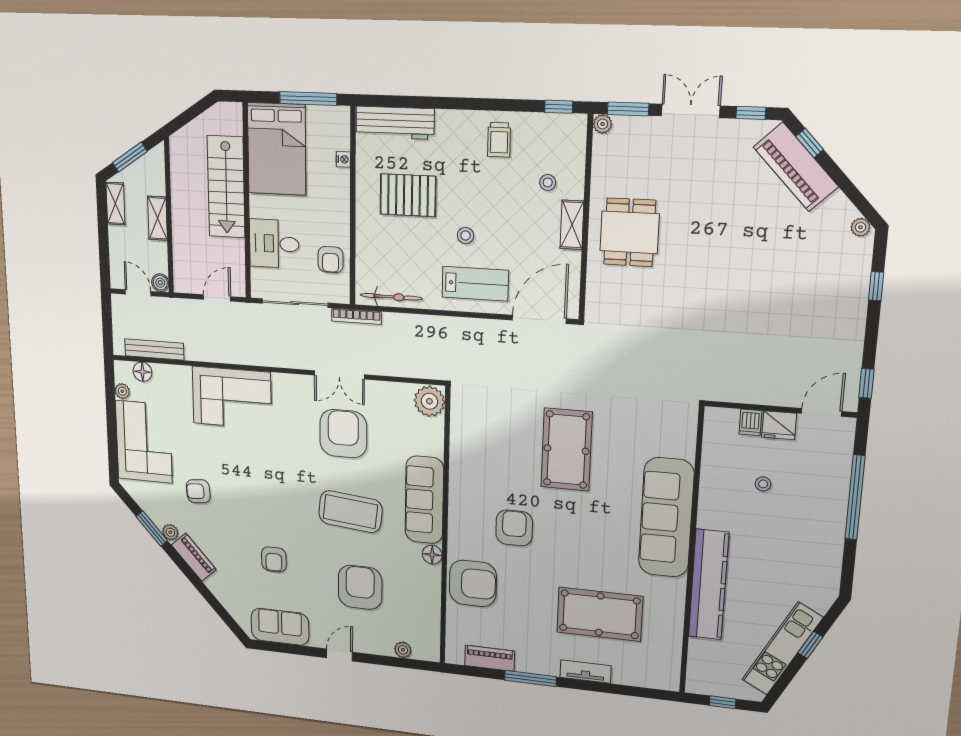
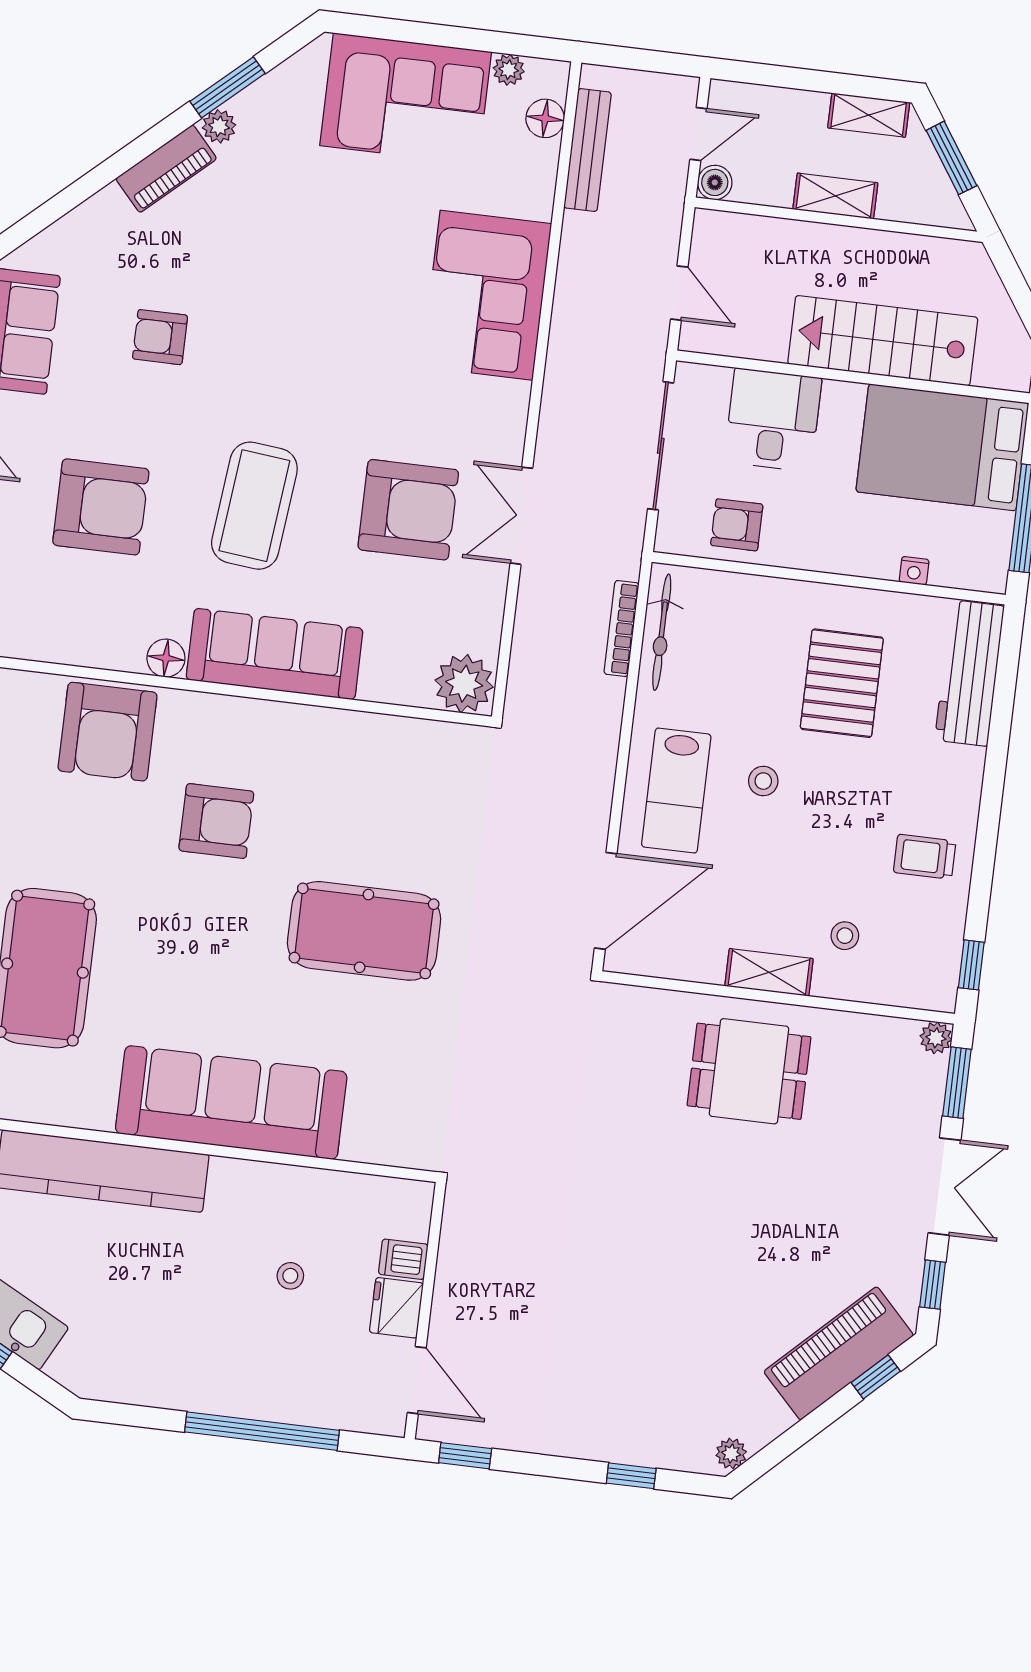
bookcase: (356, 316) -> (621, 629), moved
door: (539, 319) -> (606, 901), hinge flipped
armchair: (198, 491) -> (302, 198), removed

